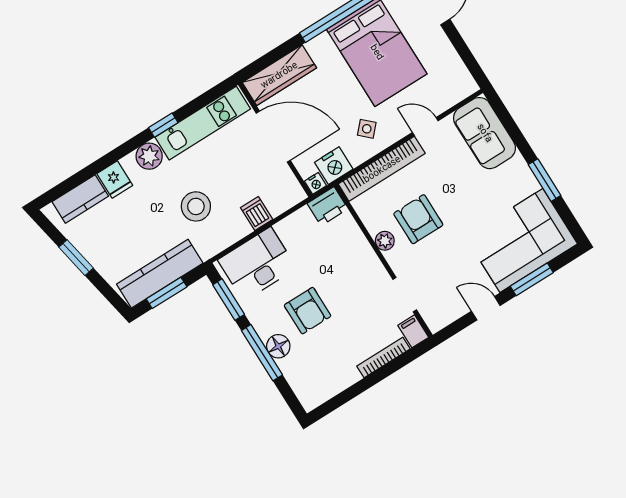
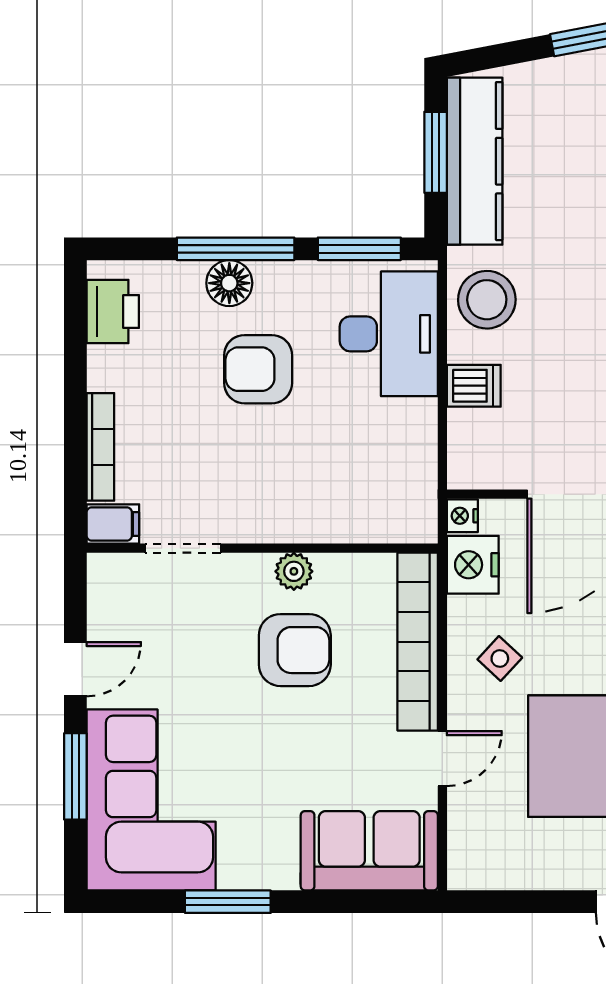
stool: (196, 206) -> (487, 300), moved
printer: (328, 206) -> (113, 312), moved, turned 180

